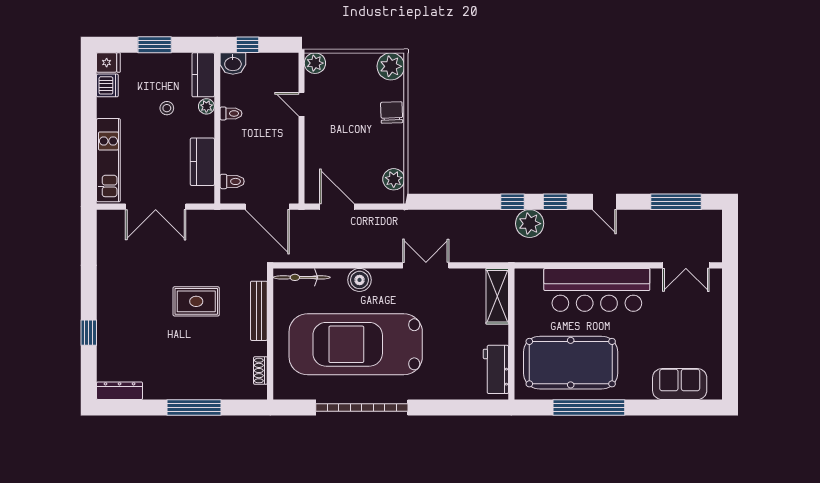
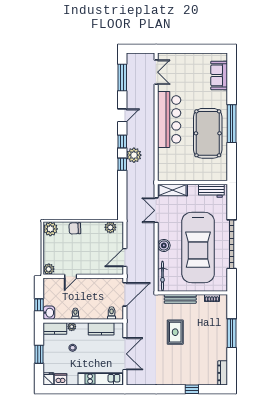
shelving: (497, 296) -> (173, 190), moved
wall: (511, 334) -> (193, 183), moved
workbench: (496, 369) -> (211, 191), moved

